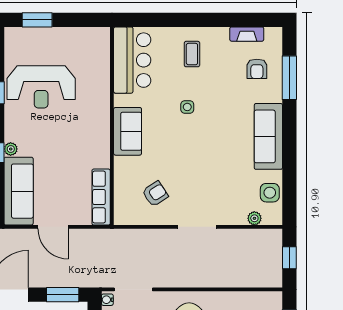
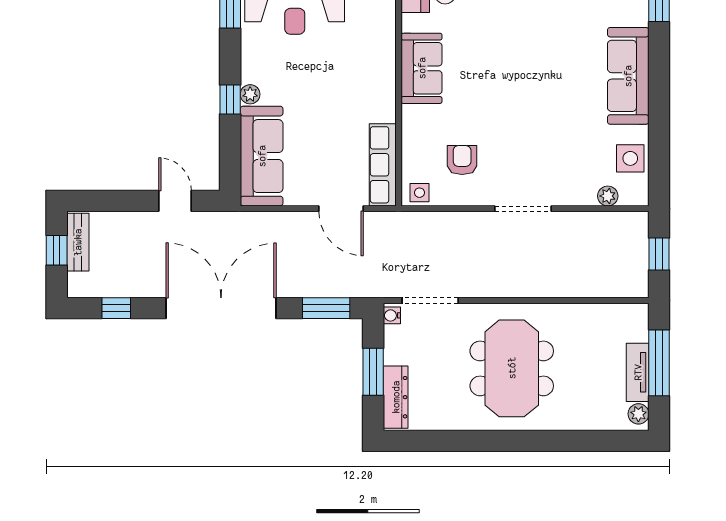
side table: (187, 107) -> (419, 193), moved
armchair: (155, 194) -> (462, 160), turned -57
door: (53, 227) -> (341, 209), moved

